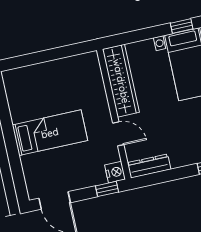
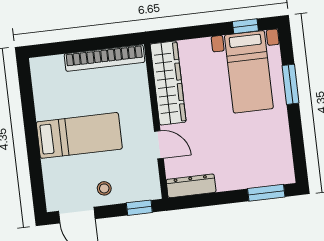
bookcase: (65, 65) -> (104, 58), added
nightstand: (115, 172) -> (151, 189), removed
stool: (76, 176) -> (104, 188), added

